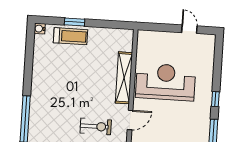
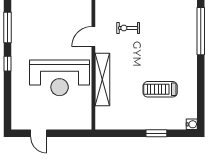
treadmill: (71, 36) -> (160, 89), moved
exercise bike: (96, 126) -> (128, 28), width x0.73, depth x0.72

